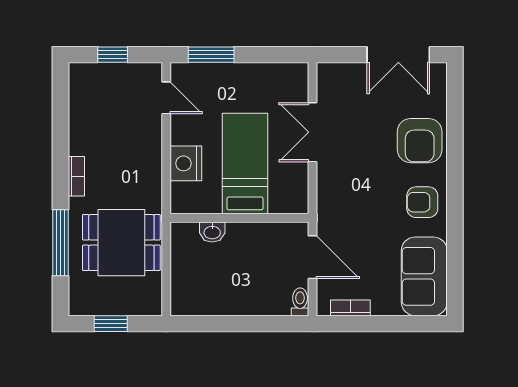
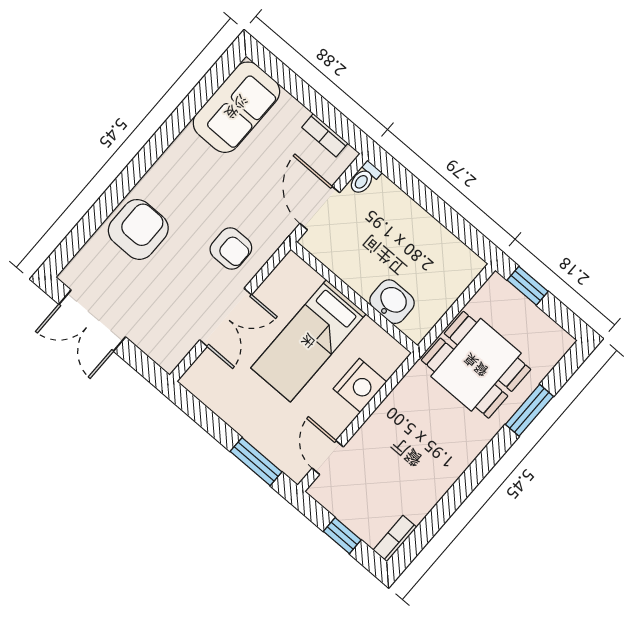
double door: (398, 55) -> (92, 321), swing flipped
bookcase: (76, 176) -> (395, 539), moved
armchair: (422, 202) -> (231, 249), moved
washbasin: (212, 232) -> (392, 302), width x1.38, depth x1.45
window: (61, 243) -> (529, 410), width x0.69
window: (111, 324) -> (528, 286), moved

